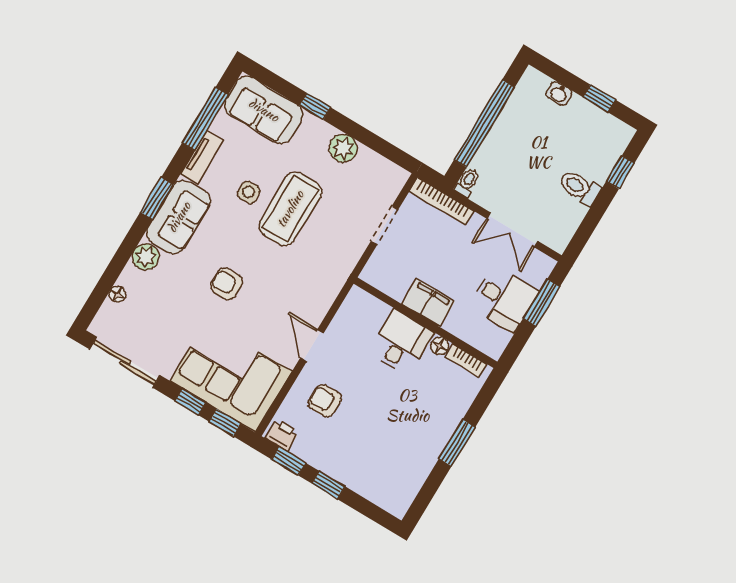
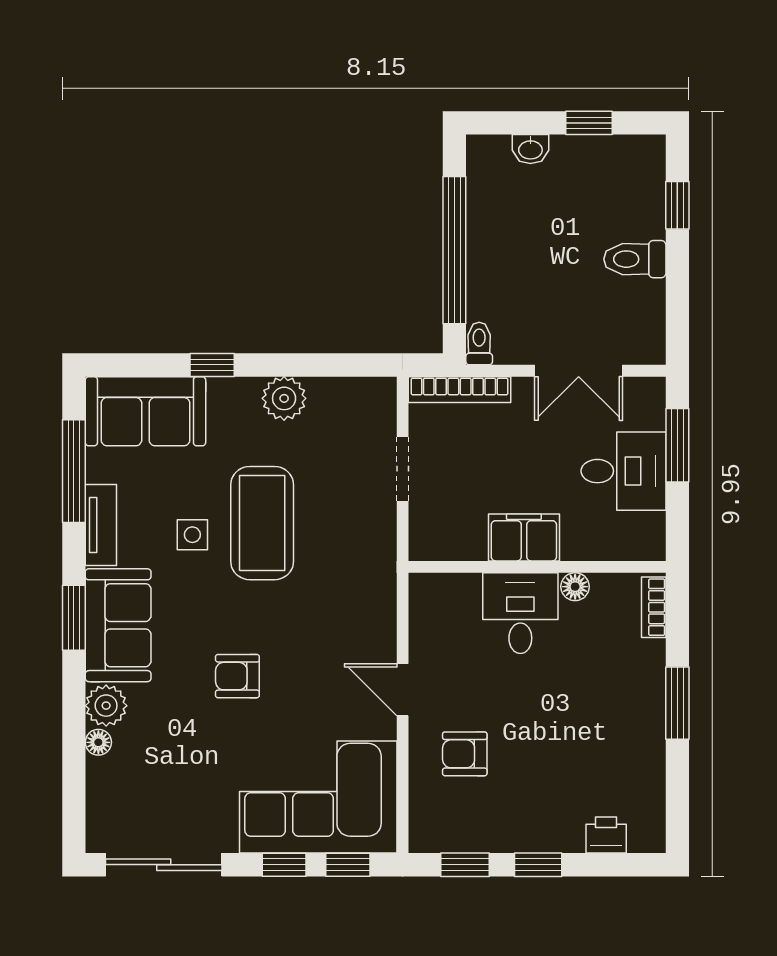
floor lamp: (117, 294) -> (98, 742), moved
bookcase: (466, 361) -> (654, 607), moved, turned 90
printer: (282, 435) -> (606, 835), moved

